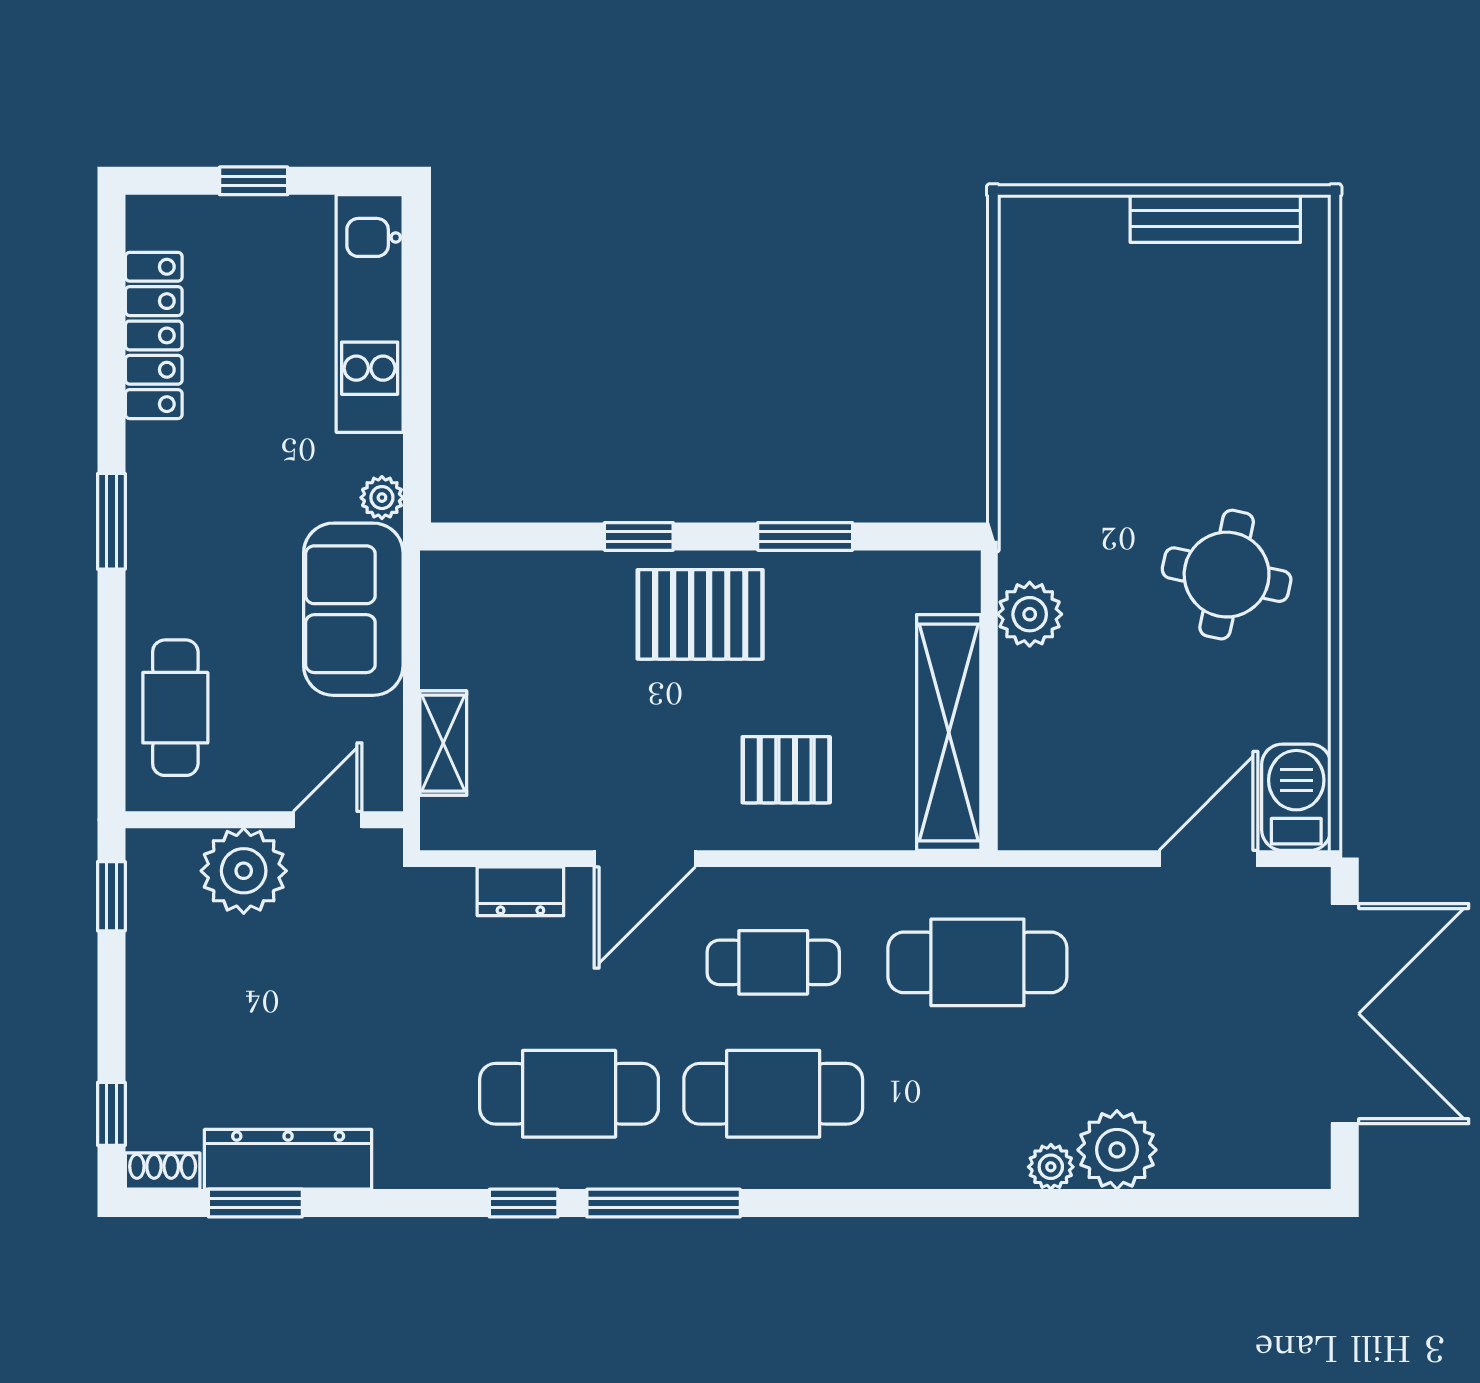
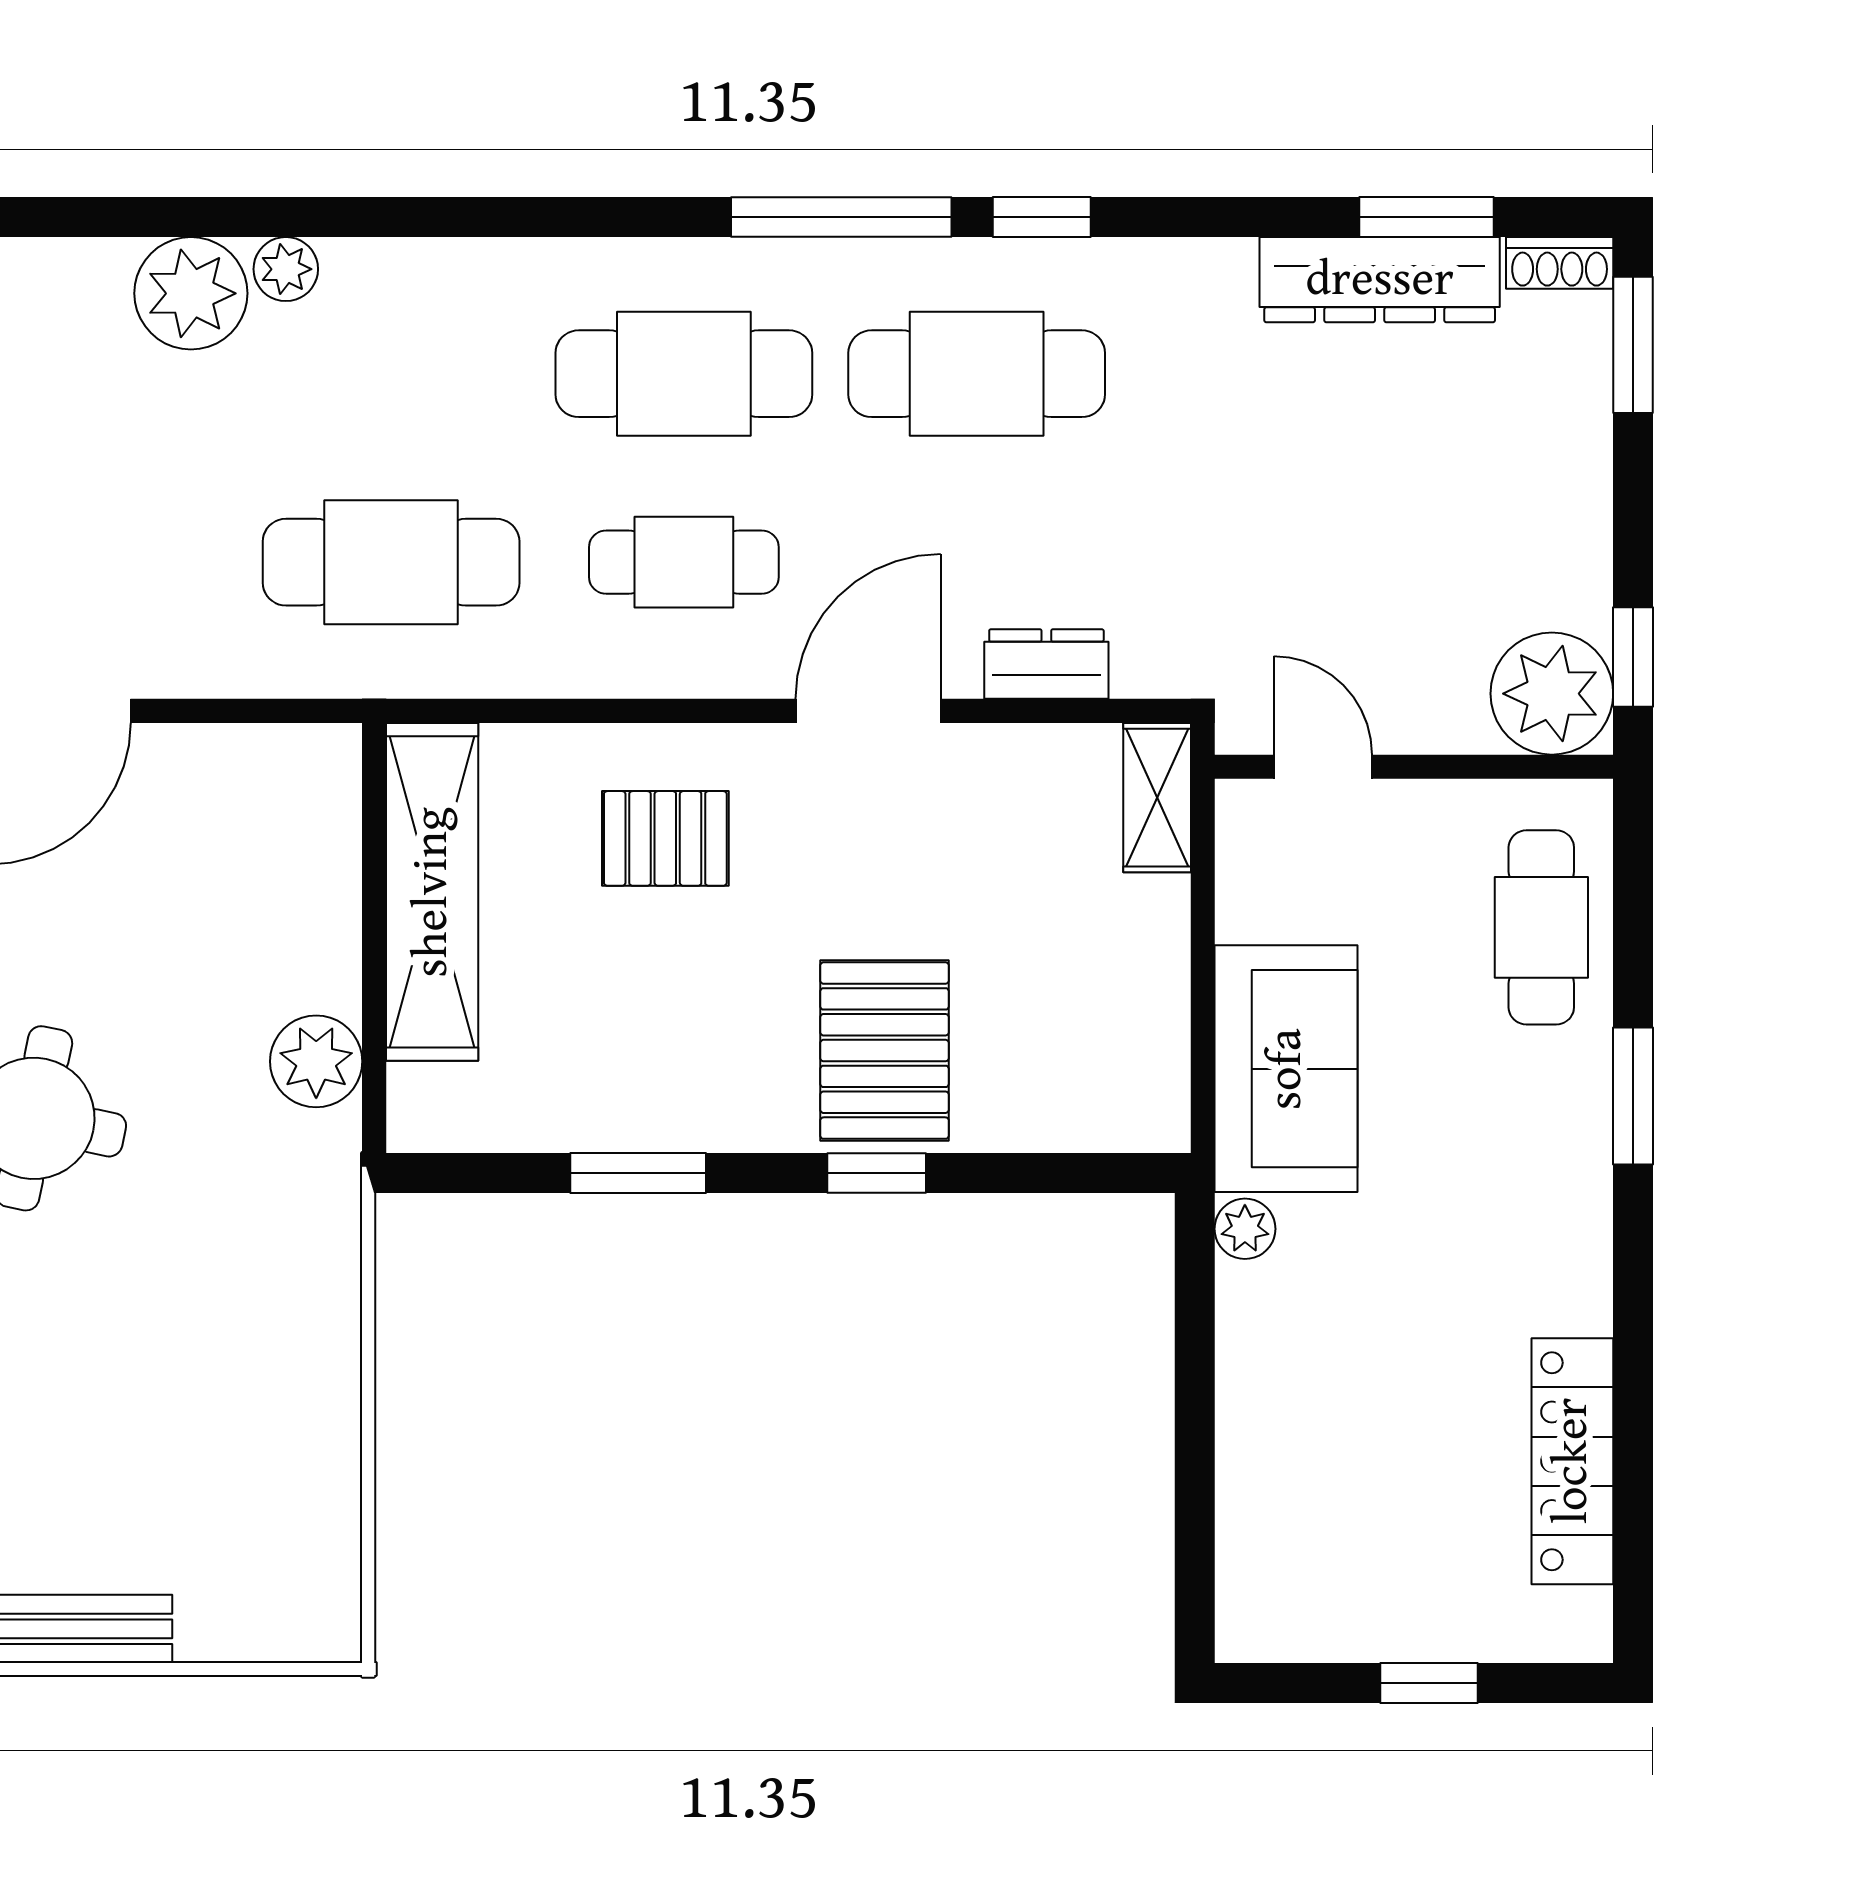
kitchen unit: (370, 314) -> (1263, 1493), removed
window: (111, 521) -> (1633, 1096), moved
pallet: (700, 614) -> (885, 1051), moved, turned 90
shelving: (443, 743) -> (1157, 798), moved
door: (328, 820) -> (1323, 767), swing flipped
plant: (244, 871) -> (1552, 694), moved
window: (111, 1114) -> (1633, 345), width x1.50

